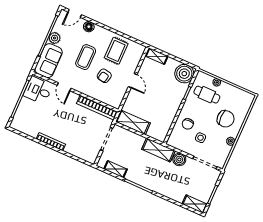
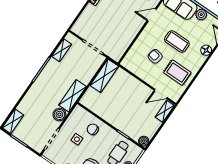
boiler: (184, 74) -> (144, 141), width x0.54, depth x0.54
door: (133, 81) -> (161, 94), moved
bookcase: (97, 108) -> (125, 43), removed

